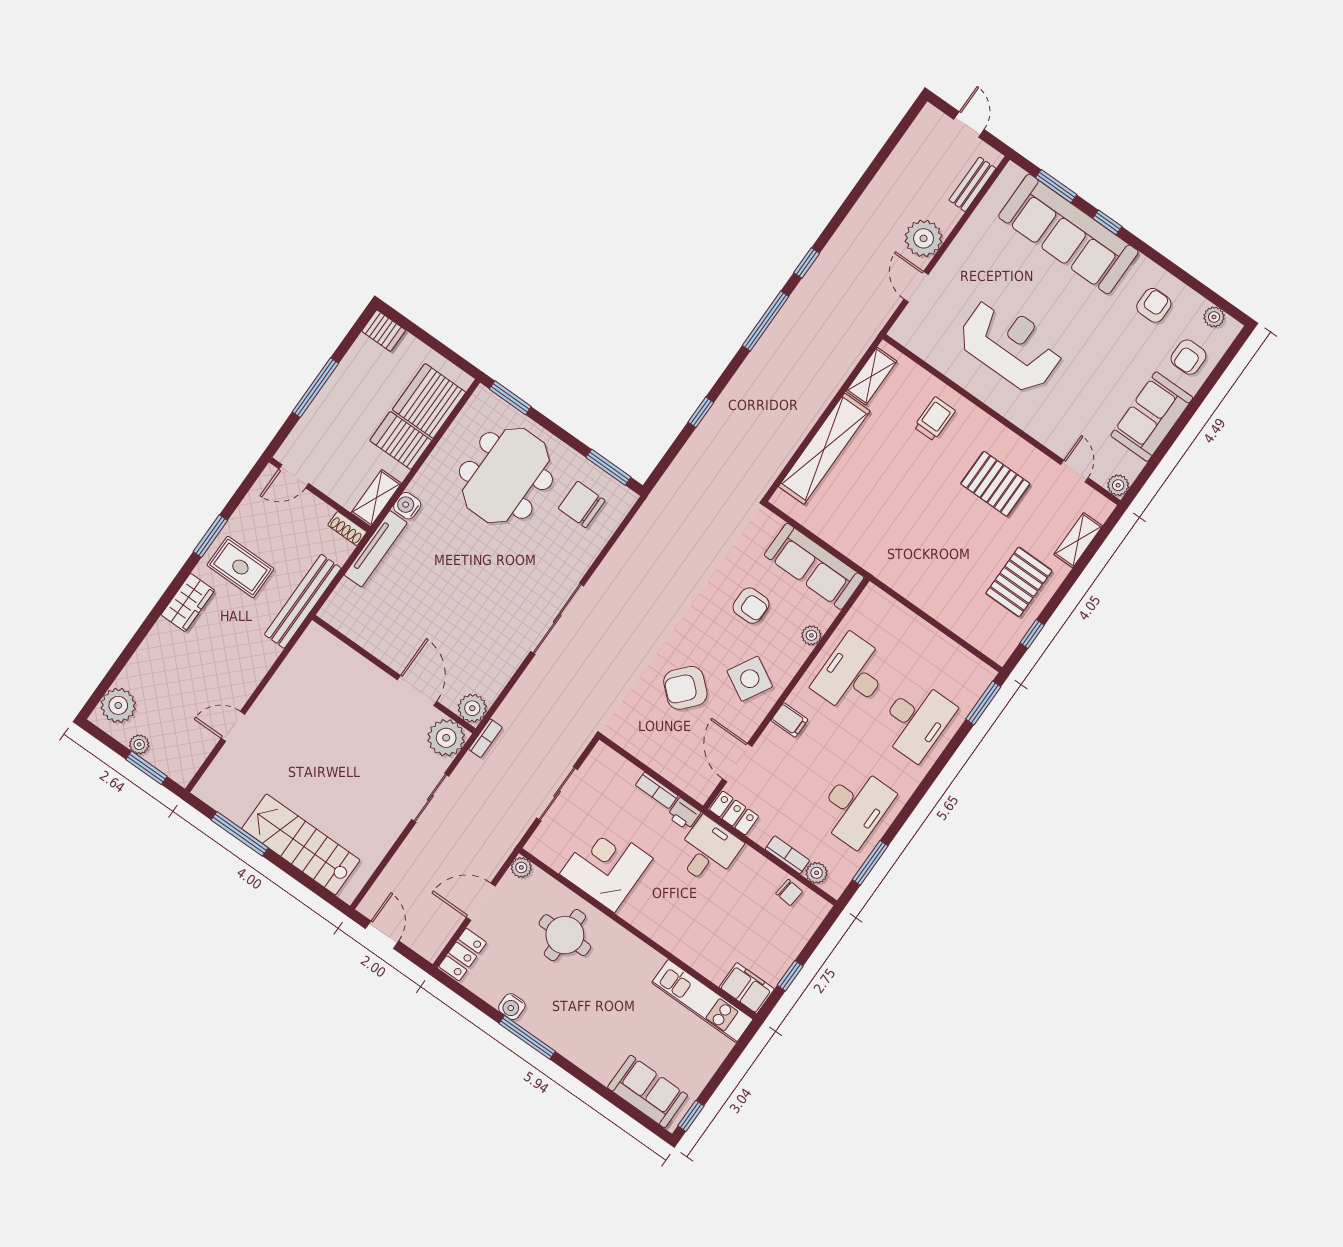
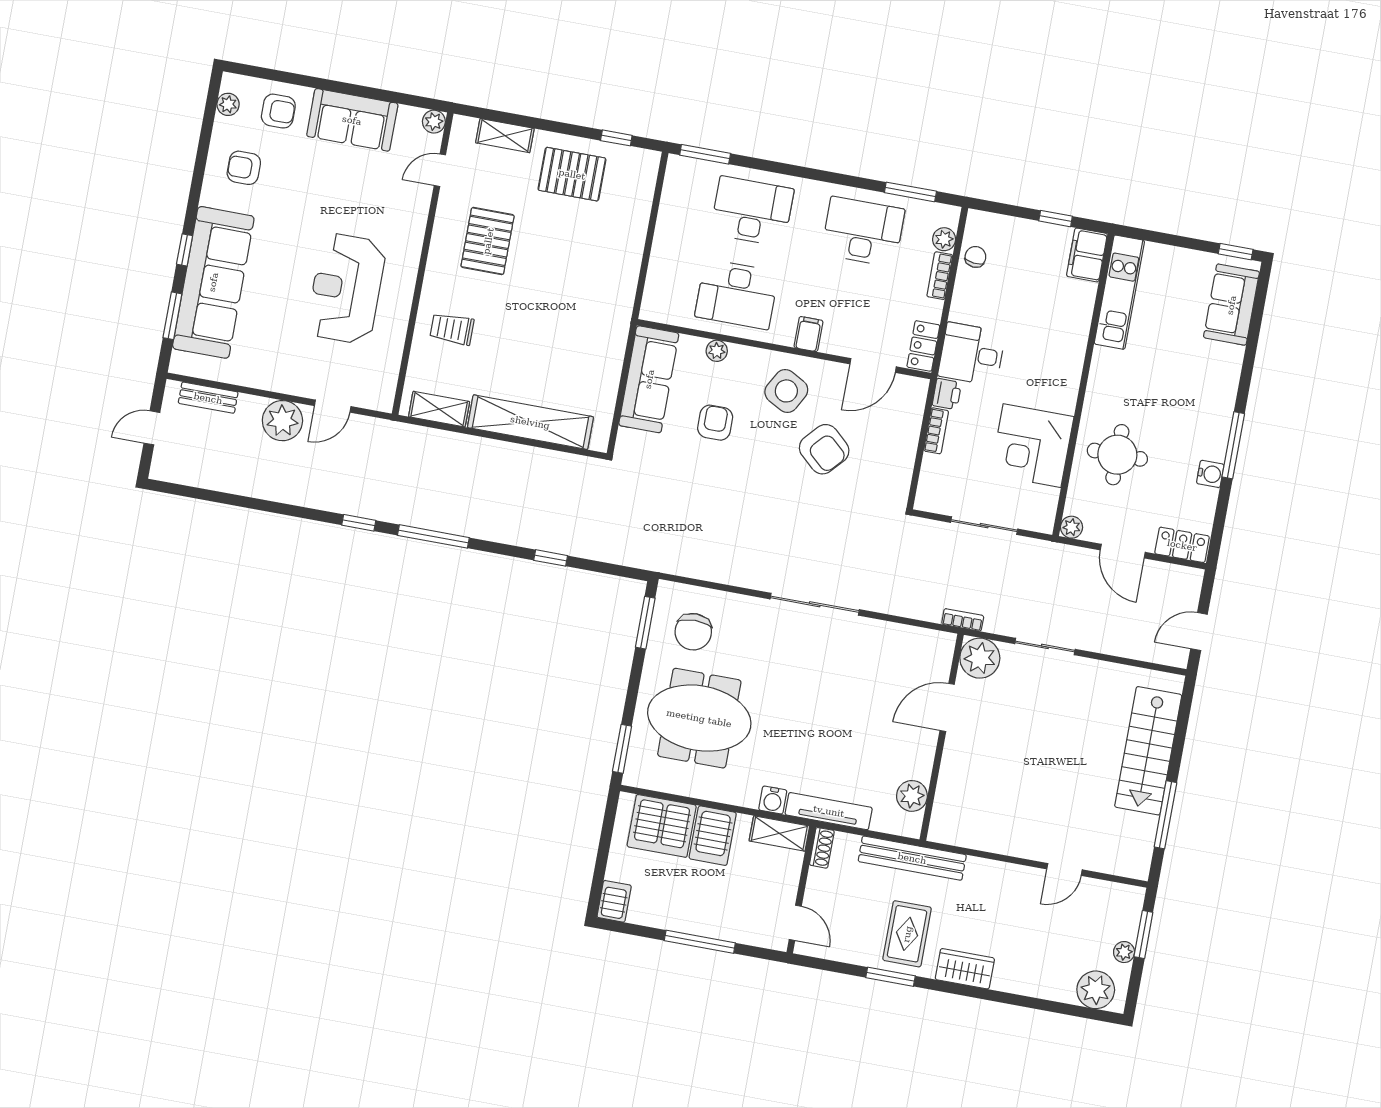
plant: (472, 708) -> (912, 796), moved
door: (233, 726) -> (1065, 869), hinge flipped

